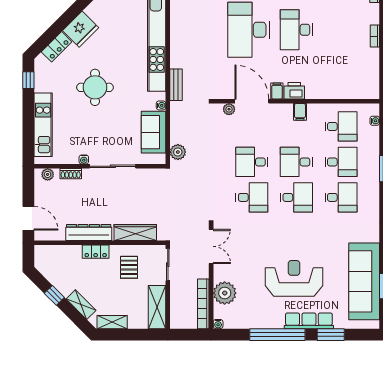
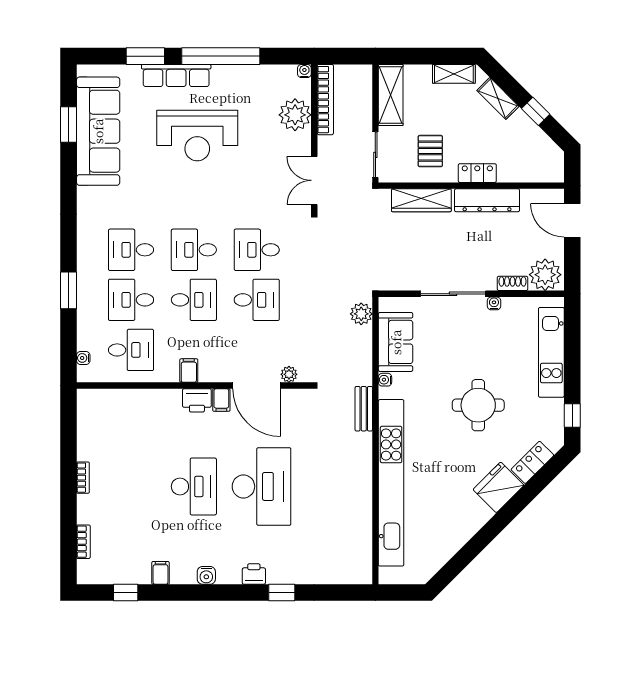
desk: (341, 126) -> (131, 350), turned 180
plant: (48, 174) -> (545, 275), width x1.87, depth x1.87

